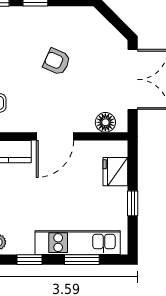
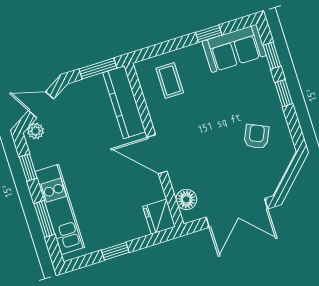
armchair: (57, 62) -> (256, 136), moved
fridge: (115, 172) -> (159, 217), moved, turned -90

